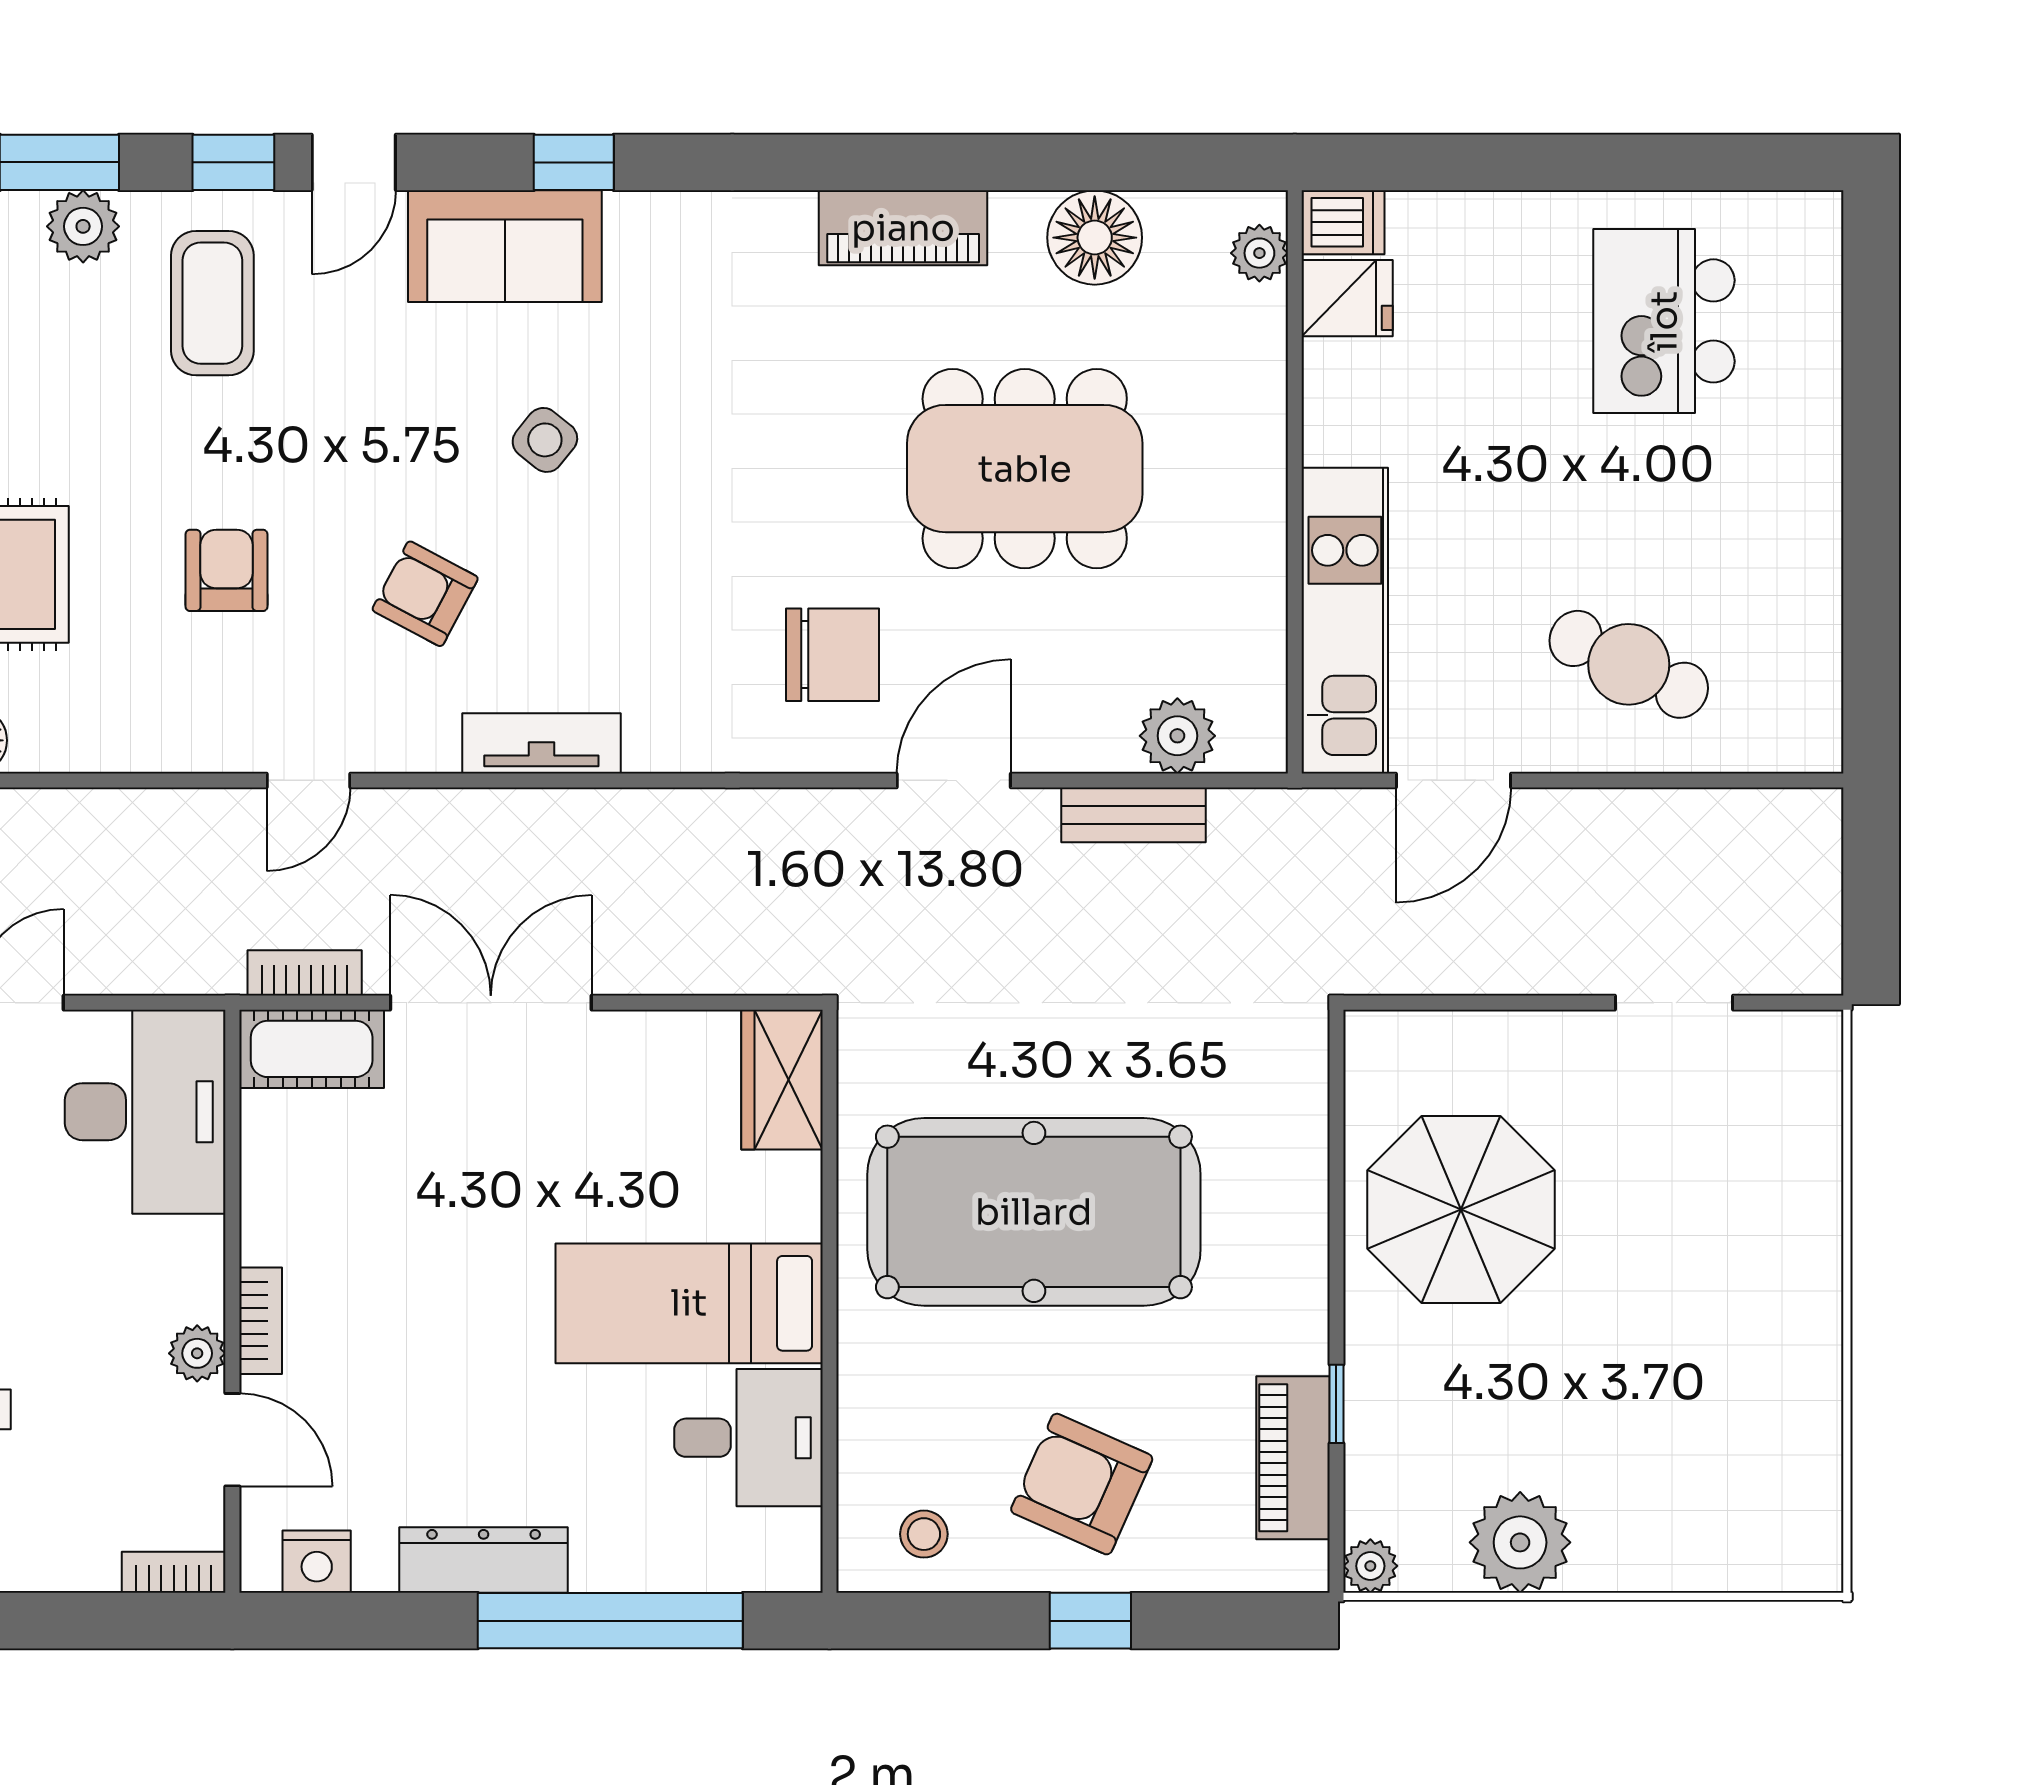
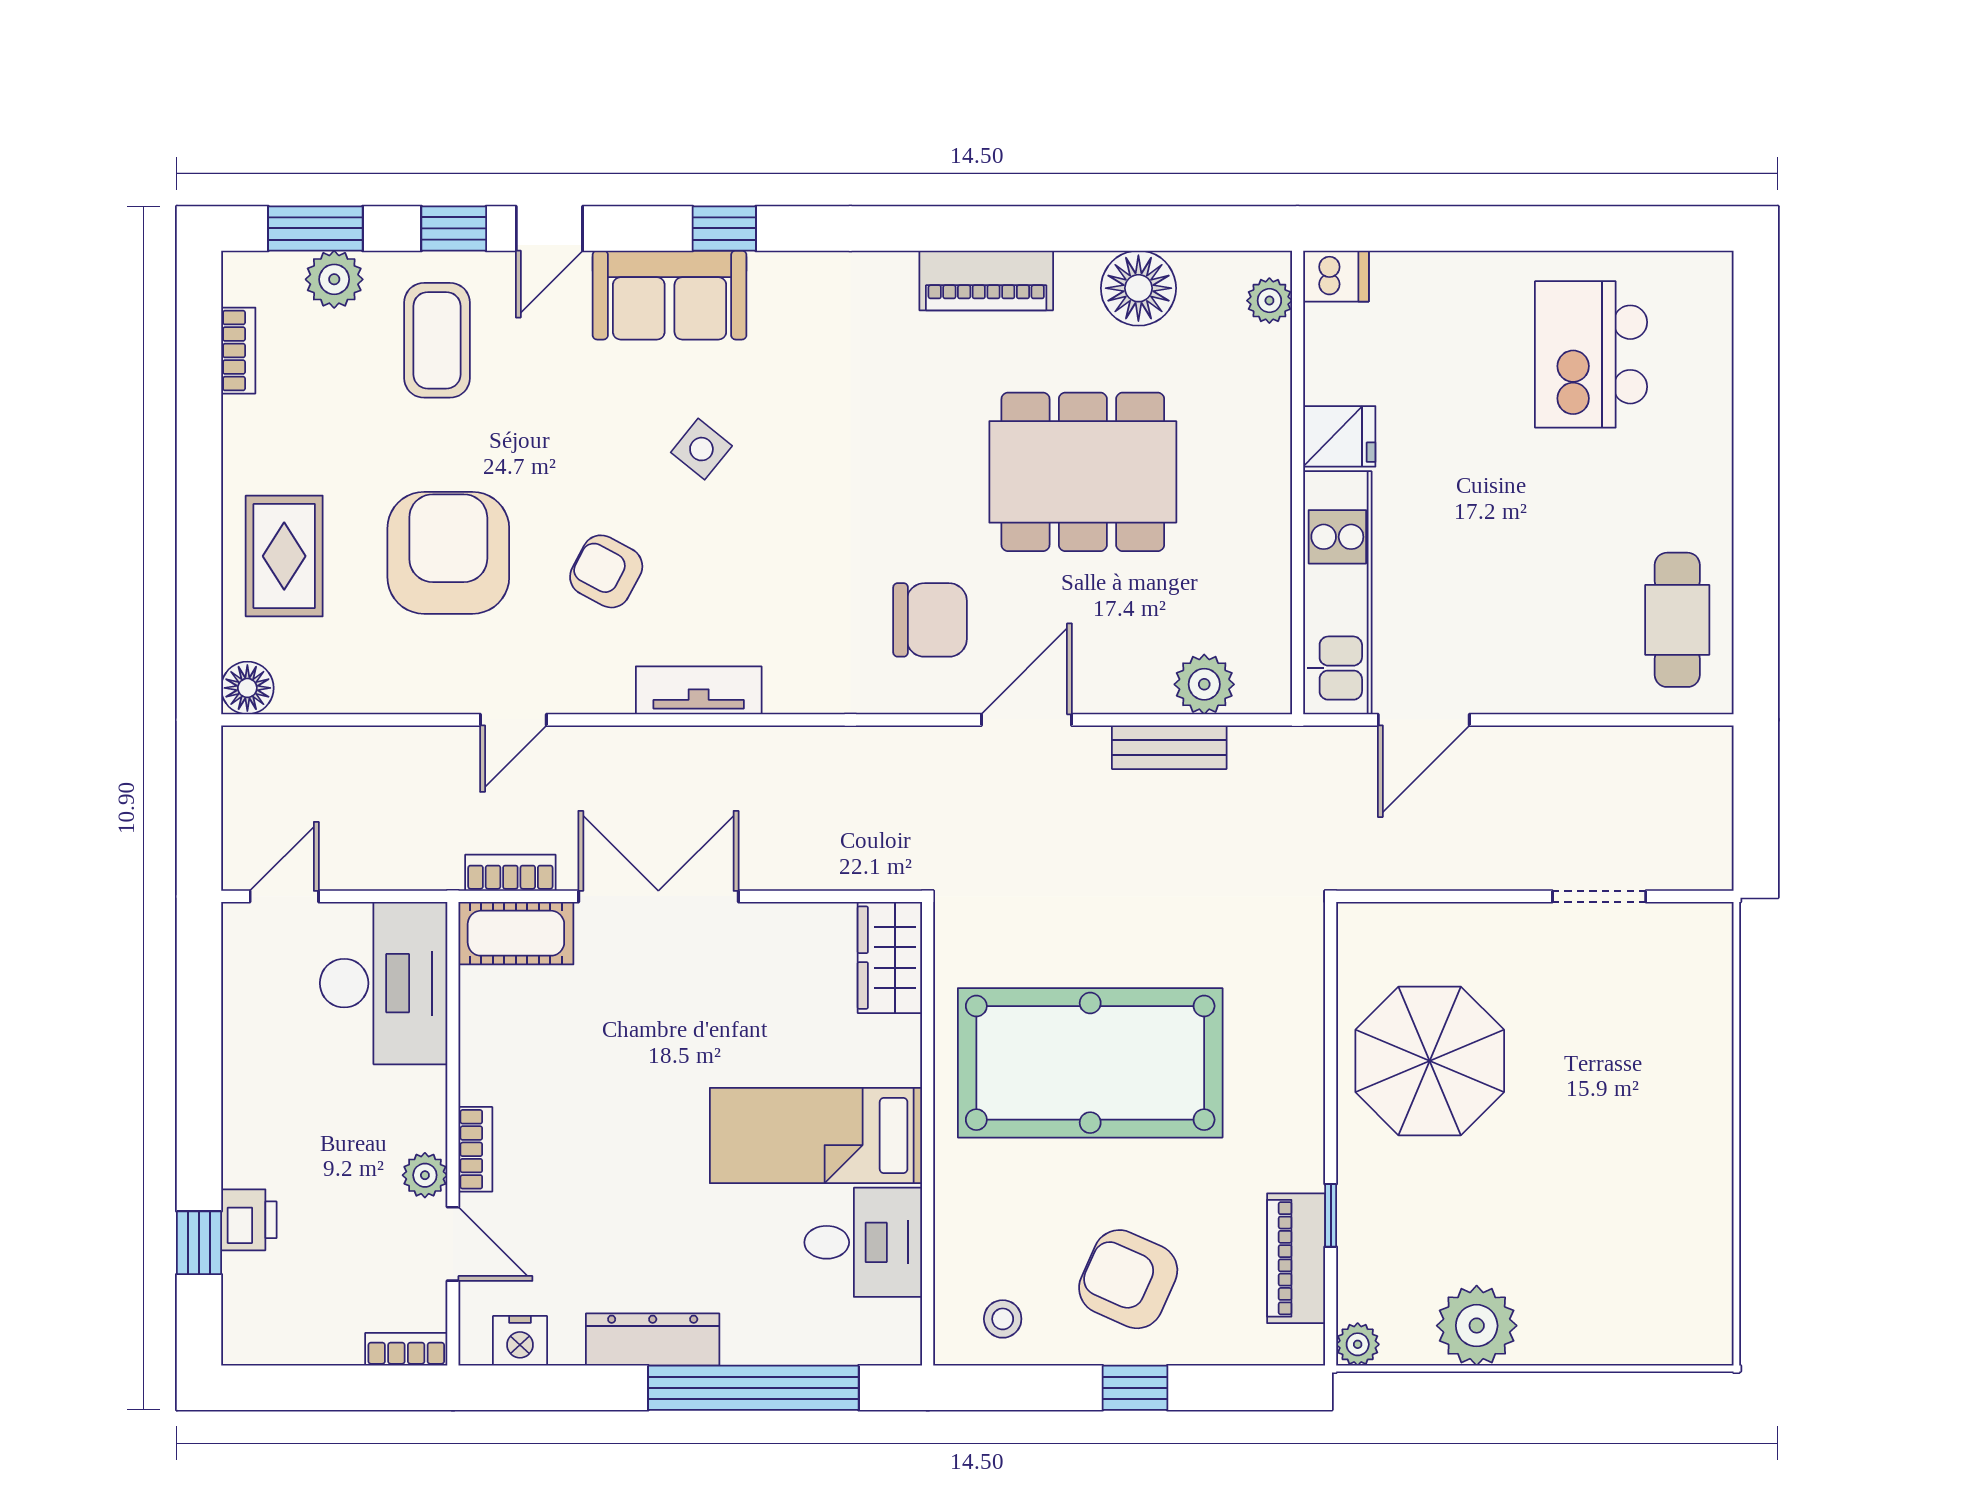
fridge: (1347, 298) -> (1339, 436), moved
armchair: (227, 570) -> (448, 553), width x1.88, depth x1.88
cafe table: (1629, 664) -> (1677, 620), moved, turned 64

